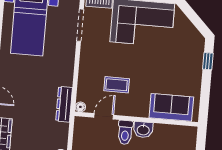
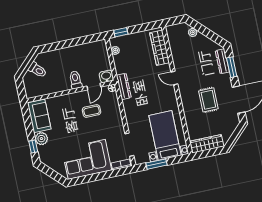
plant: (194, 68) -> (41, 139), added
sofa: (171, 107) -> (39, 116), moved, turned -90
washbasin: (143, 130) -> (106, 76), moved

